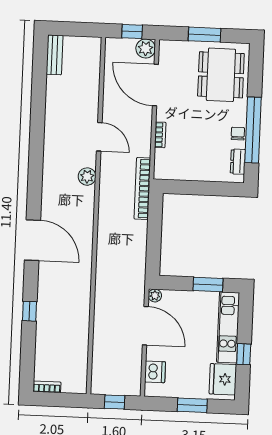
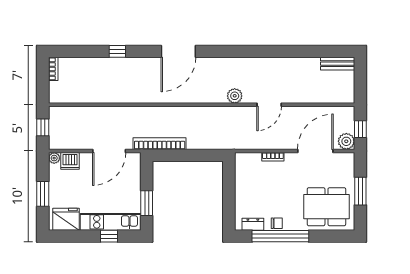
bookcase: (142, 189) -> (160, 144), moved
plant: (155, 296) -> (54, 158), moved
window: (244, 354) -> (109, 236), moved

